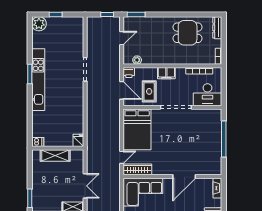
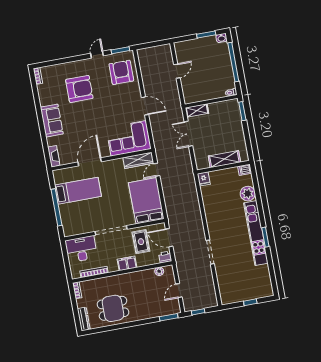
plant: (39, 24) -> (248, 194), moved
bed: (200, 151) -> (78, 191), added

